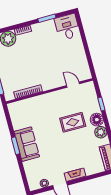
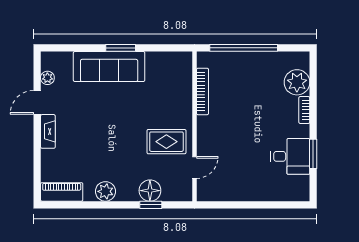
desk: (67, 27) -> (290, 156), moved
floor lamp: (97, 120) -> (150, 191), moved
rug: (73, 122) -> (166, 142), moved, turned 90
sofa: (27, 144) -> (109, 67), width x1.36

